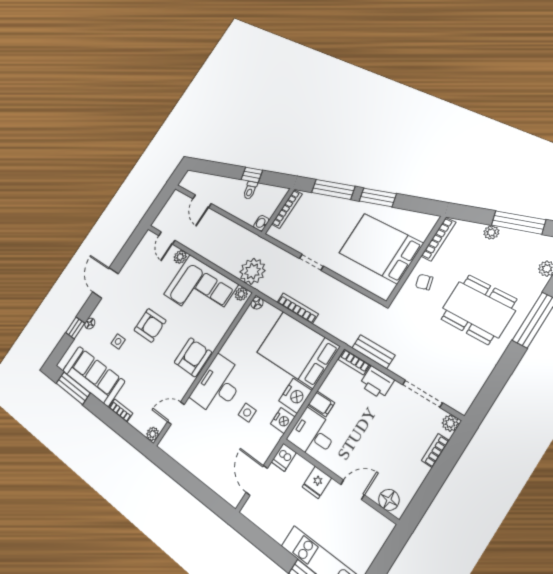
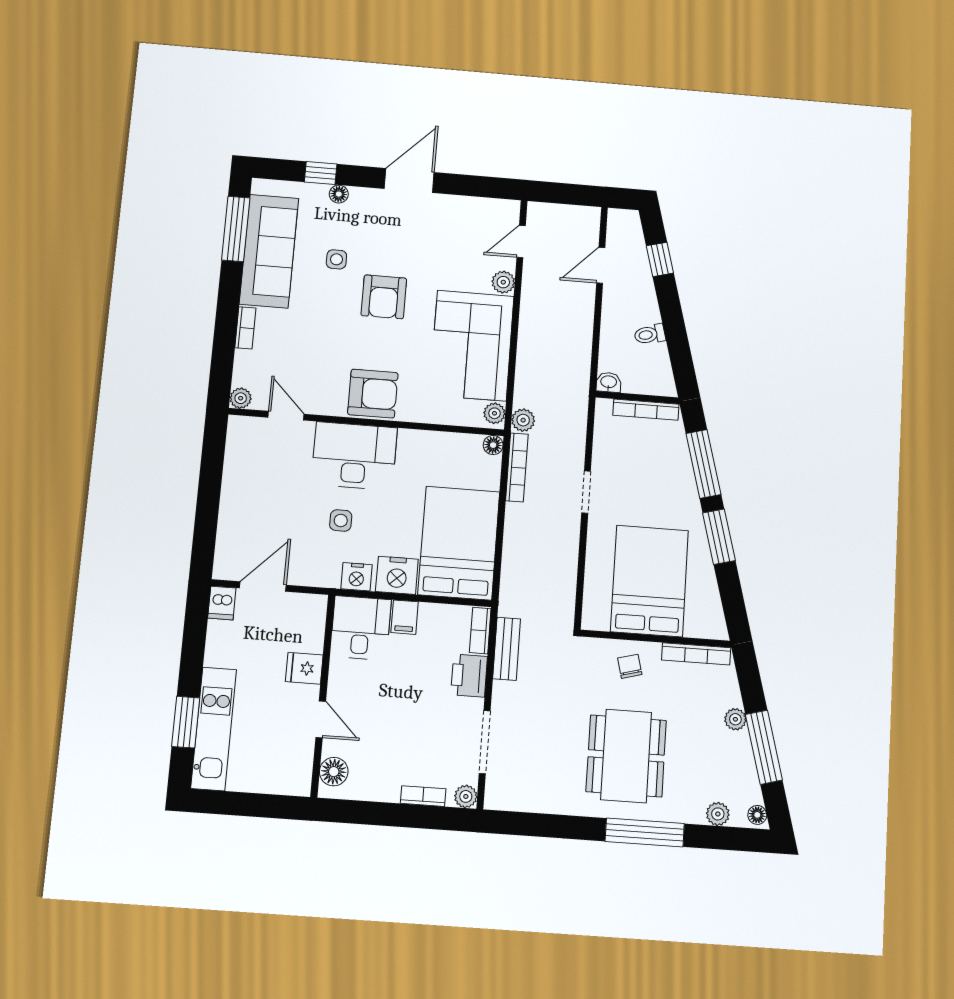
window: (252, 175) -> (660, 259), moved
plant: (253, 271) -> (523, 420), width x0.53, depth x0.53
bookcase: (298, 308) -> (517, 467), moved
dishwasher: (284, 457) -> (222, 603), moved, turned -90

